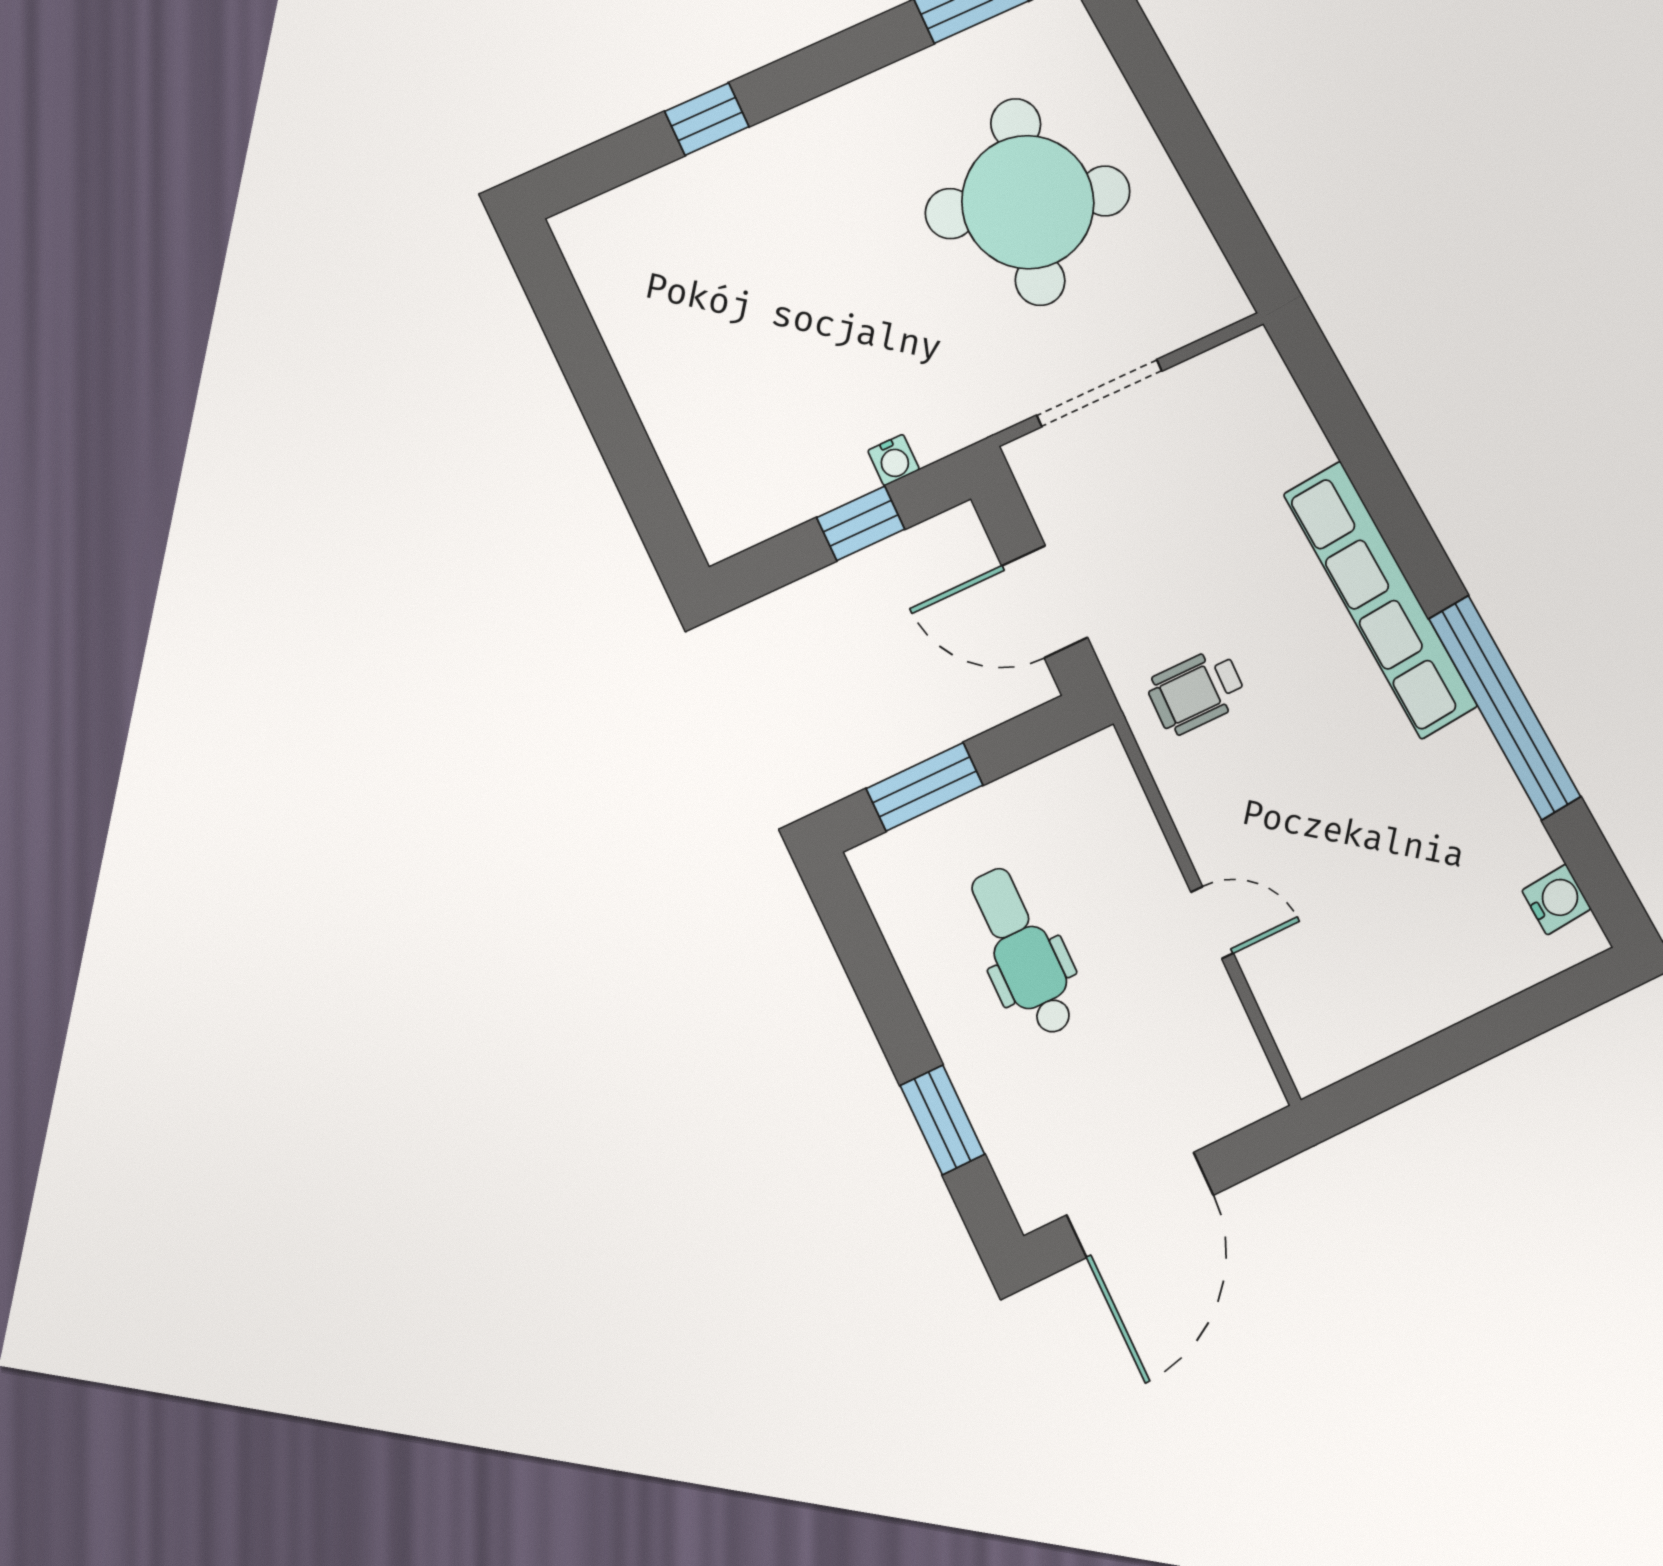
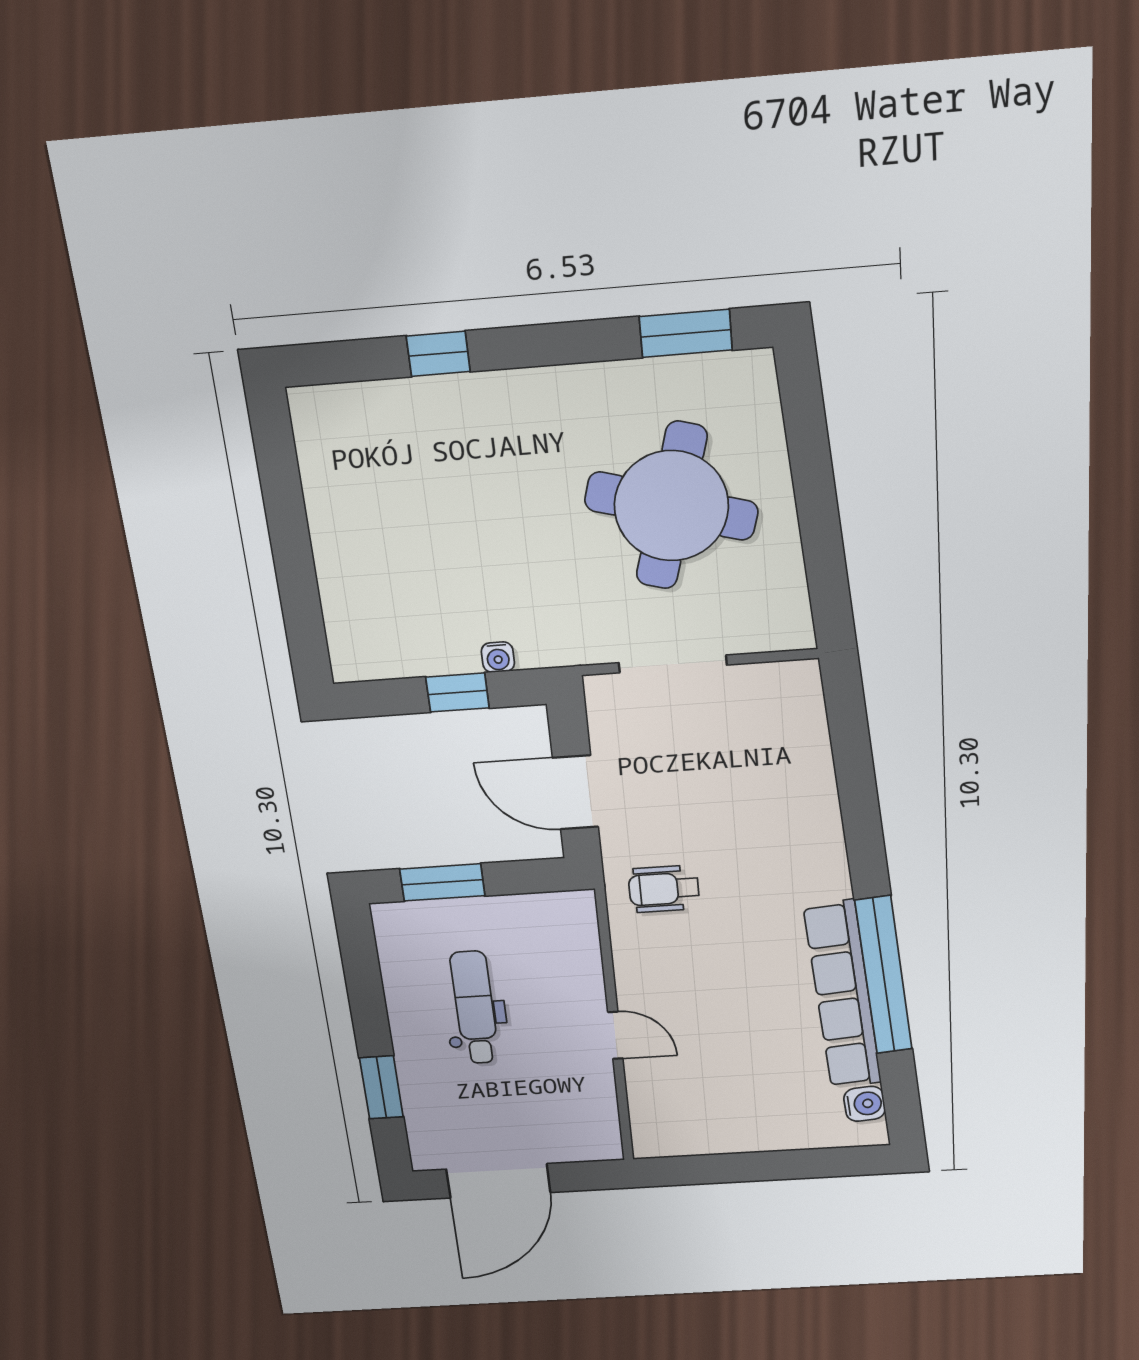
row of seats: (1381, 601) -> (843, 996), moved

